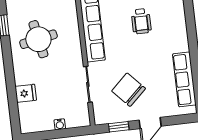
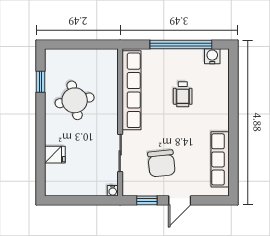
chair: (129, 90) -> (161, 163), turned -143
water cooler: (60, 124) -> (113, 191), moved

